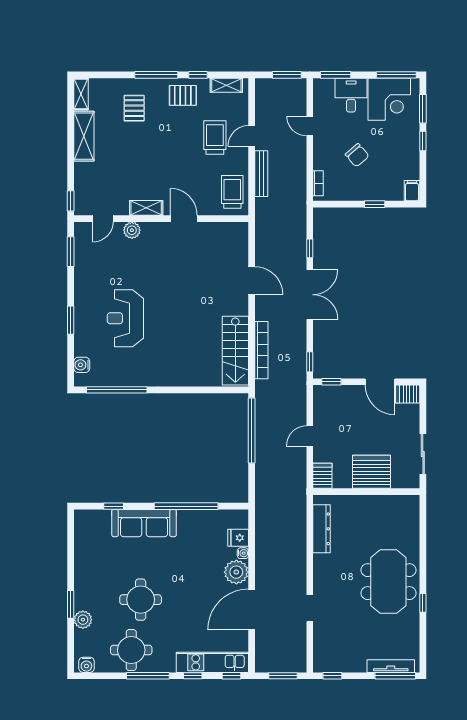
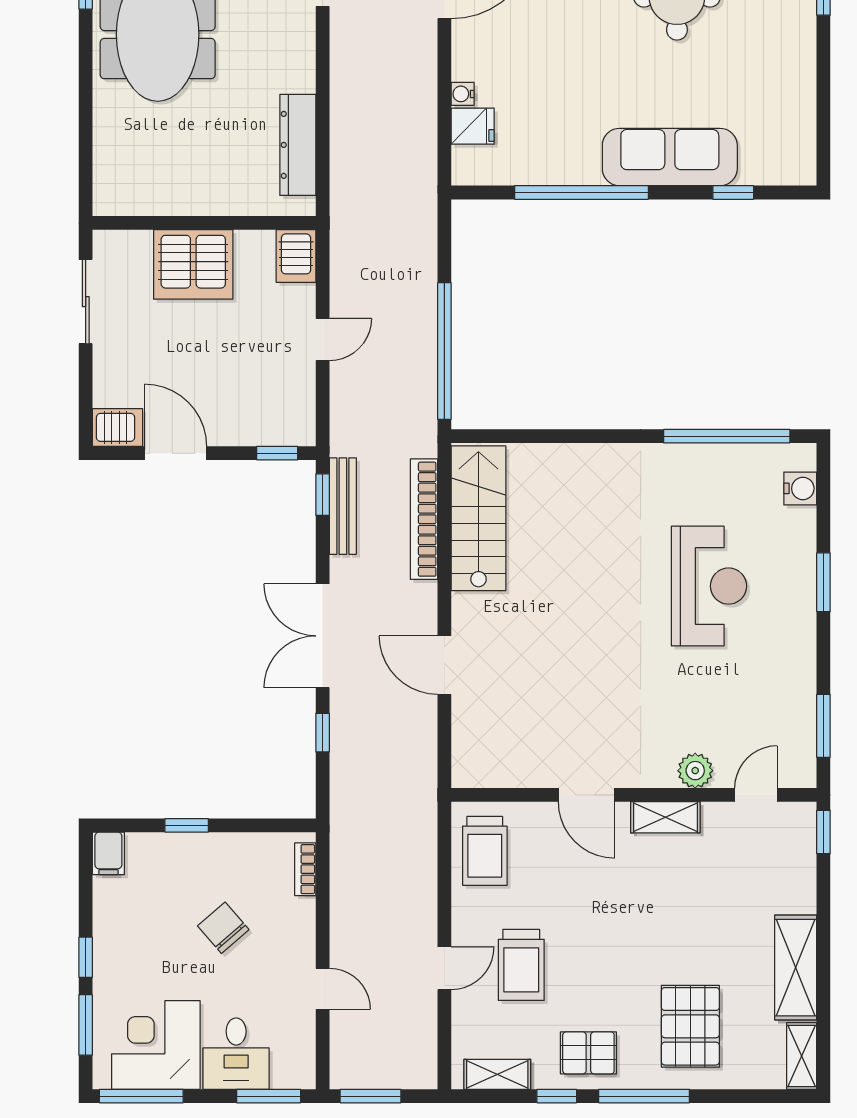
pallet: (134, 108) -> (690, 1026), width x1.50, depth x1.42
bench: (261, 174) -> (343, 506), moved
plant: (236, 572) -> (477, 54), removed

